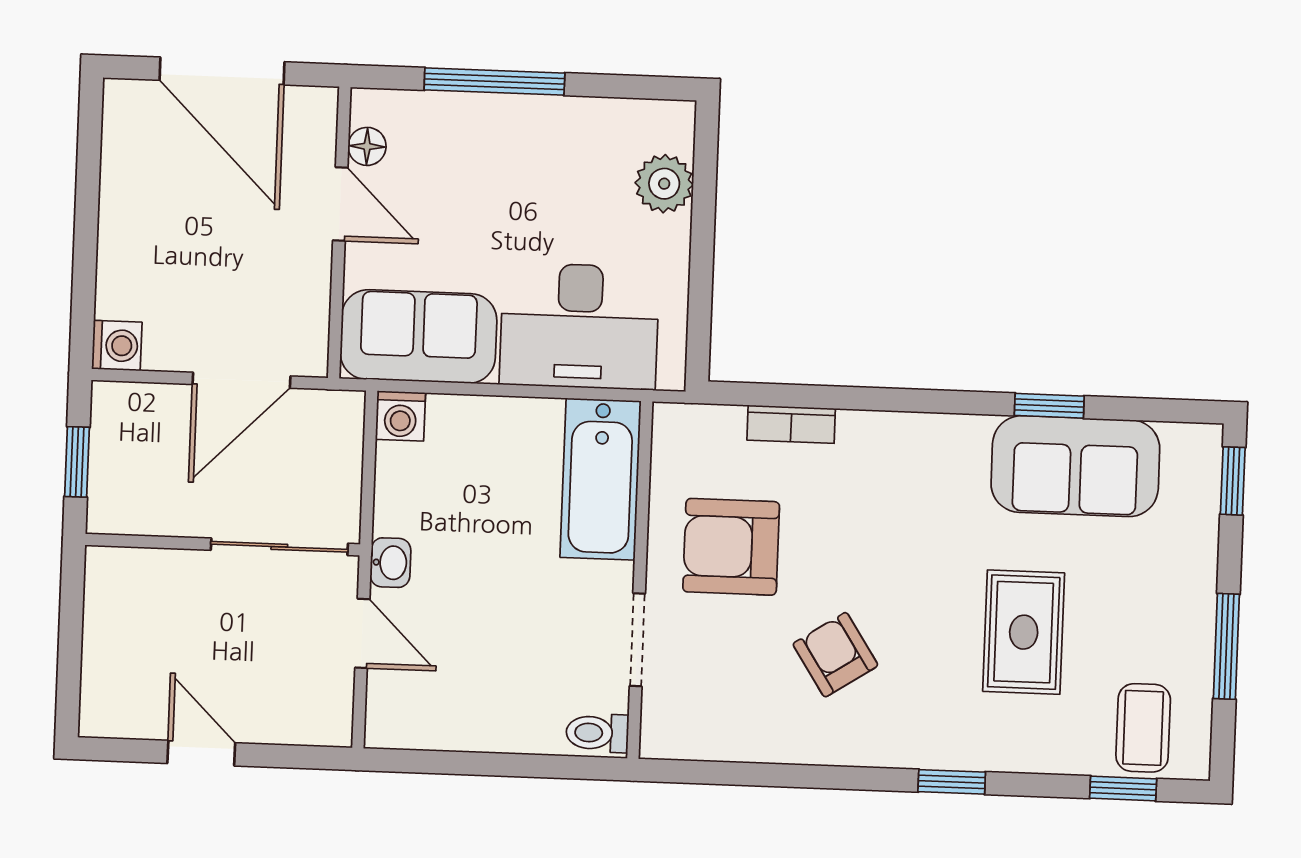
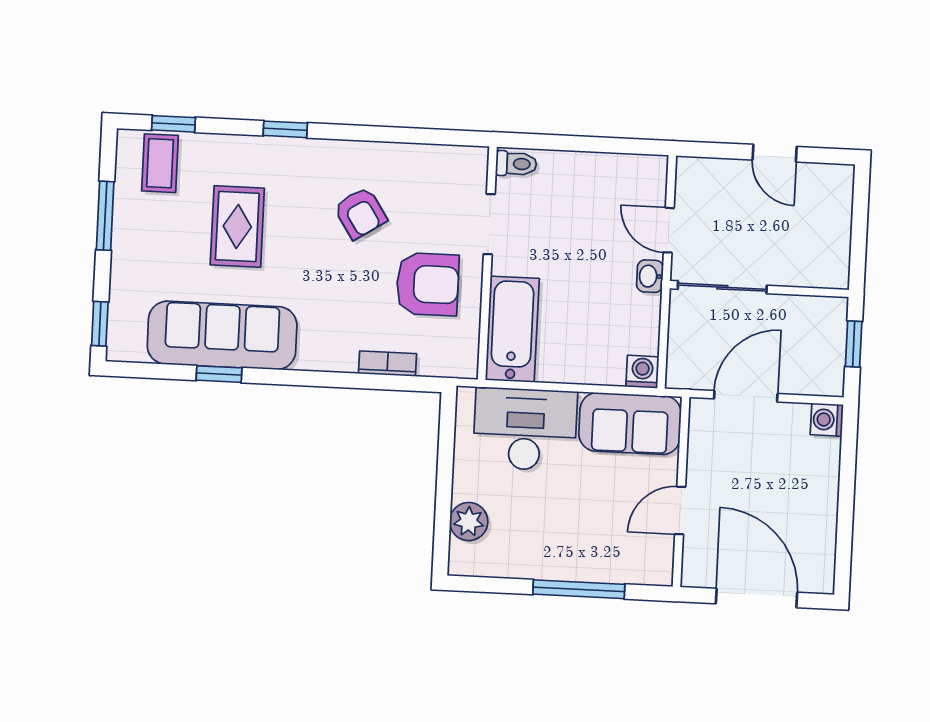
floor lamp: (367, 146) -> (662, 548), removed
door: (340, 204) -> (680, 510), hinge flipped
sofa: (1075, 466) -> (222, 335), width x1.36

